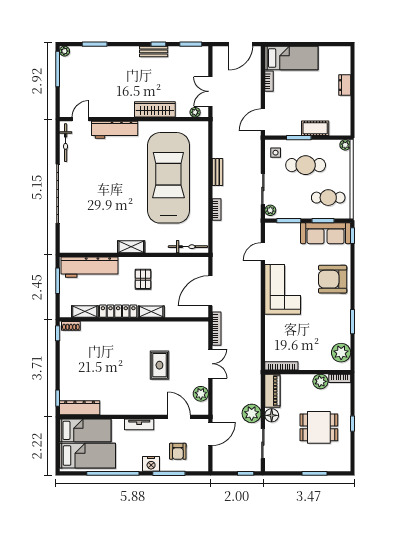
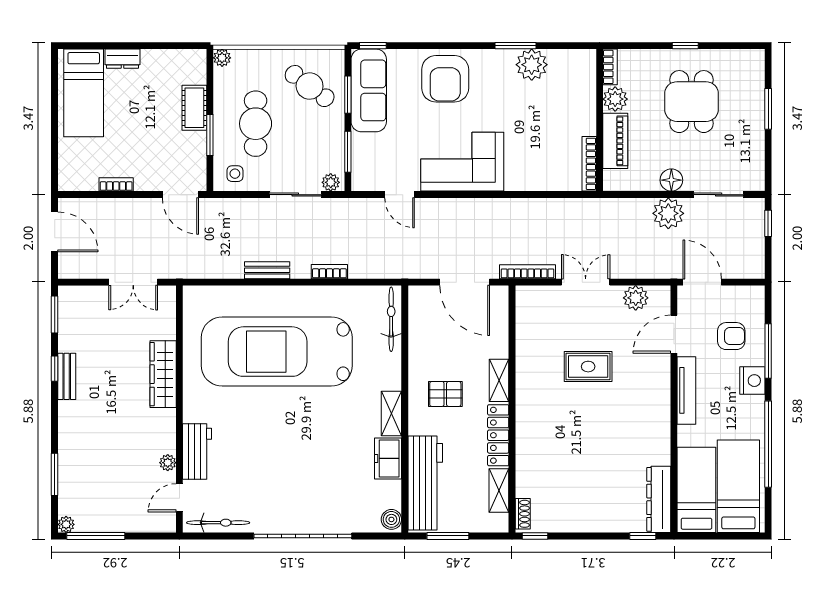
bed: (291, 58) -> (84, 93), moved, turned 180
plant: (195, 112) -> (168, 463), moved
door: (80, 119) -> (179, 498), hinge flipped
workbench: (115, 130) -> (197, 451), width x0.73
cafe table: (328, 198) -> (310, 86), turned -53
freezer: (104, 245) -> (388, 458), added
boiler: (67, 247) -> (391, 519), added
plant: (341, 353) -> (532, 65), moved
piano: (272, 391) -> (615, 141), moved, turned 90
tv unit: (139, 424) -> (686, 390), width x1.41

